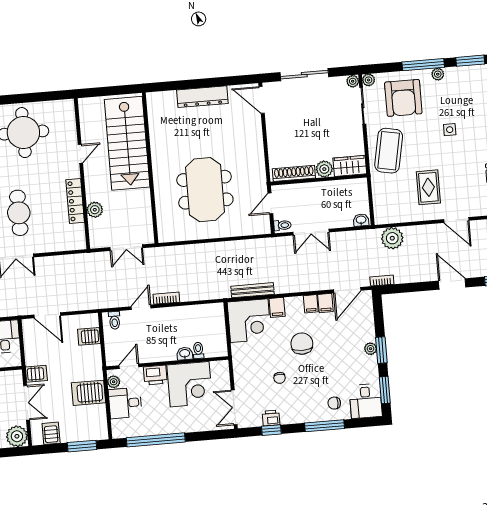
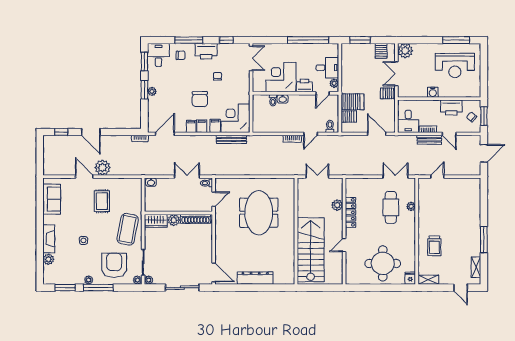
plant: (392, 238) -> (102, 168), moved
filing cabinet: (325, 303) -> (202, 126), moved
server rack: (89, 393) -> (352, 102), moved
printer: (271, 418) -> (206, 51), moved, width x1.87, depth x1.48

